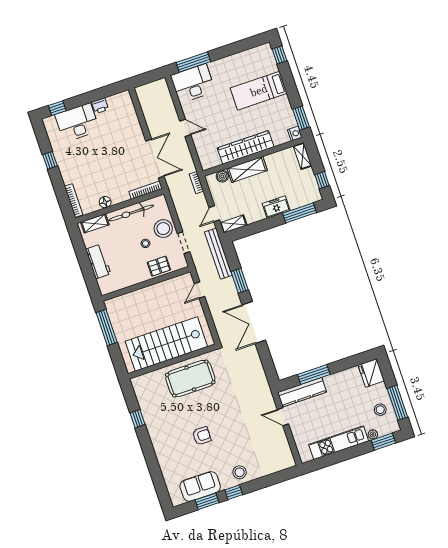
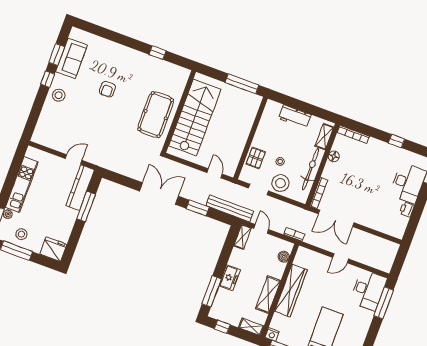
shelving: (247, 170) -> (268, 295), moved

